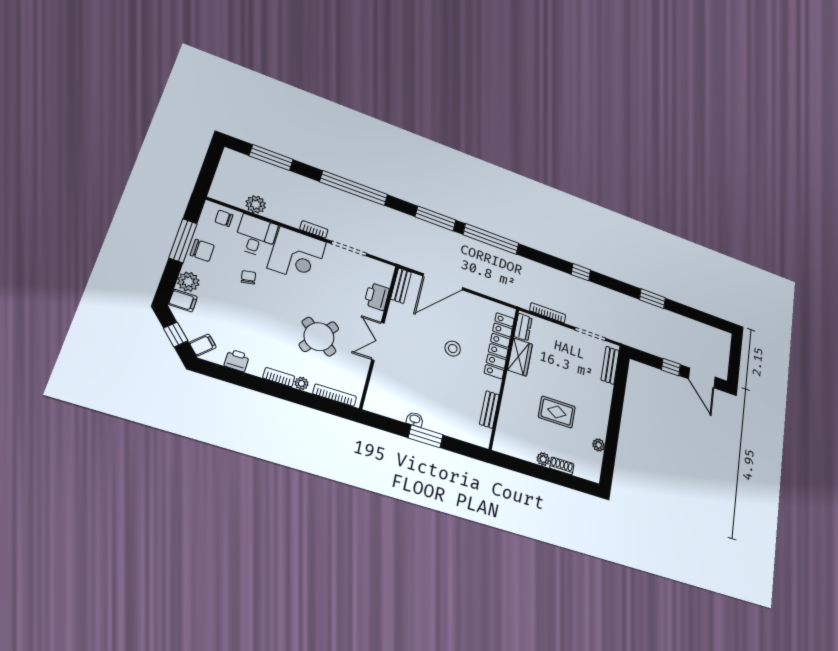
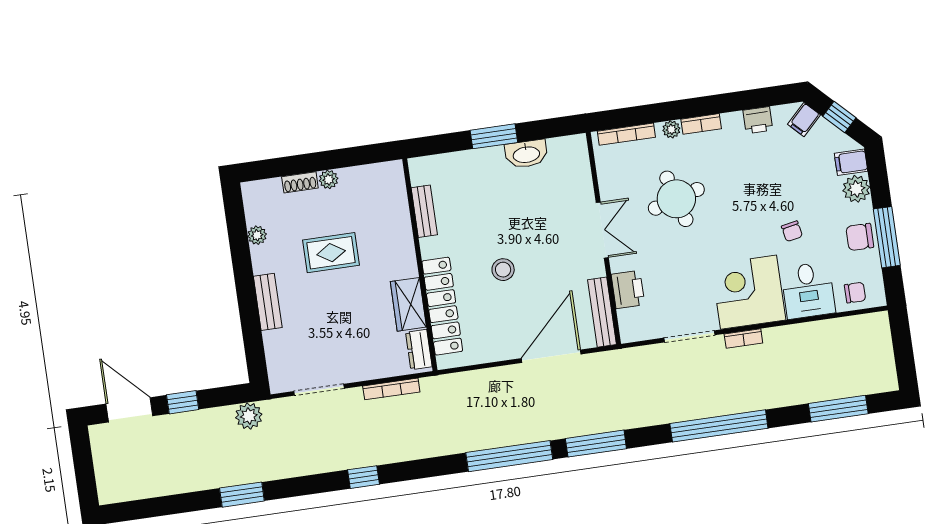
plant: (256, 204) -> (249, 416), moved
bench: (401, 286) -> (602, 312), width x1.36
round table: (319, 337) -> (676, 199), turned 37
bench: (610, 365) -> (268, 302), moved
washbasin: (415, 419) -> (526, 154), width x1.91, depth x1.45

